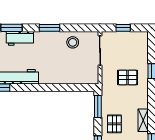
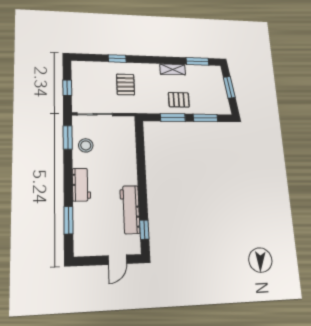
window: (49, 28) -> (68, 137), moved
workbench: (20, 38) -> (81, 185), moved
window: (98, 107) -> (173, 118), moved

